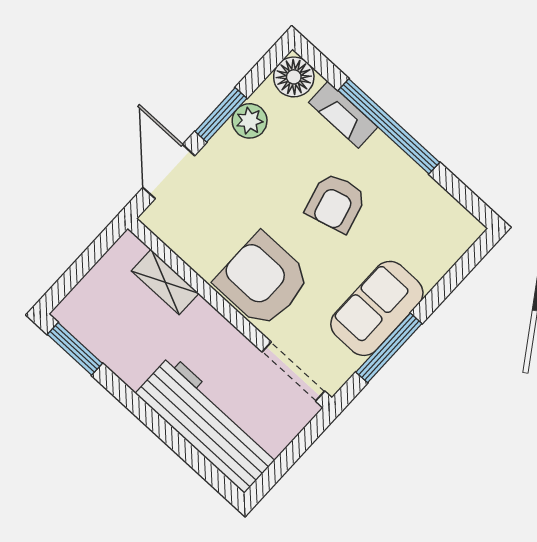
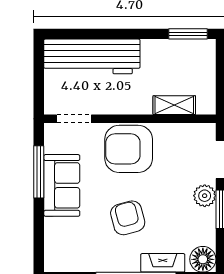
plant: (250, 121) -> (205, 196), moved
armchair: (263, 280) -> (129, 149), turned 180
doorway: (293, 371) -> (74, 119), width x0.73

